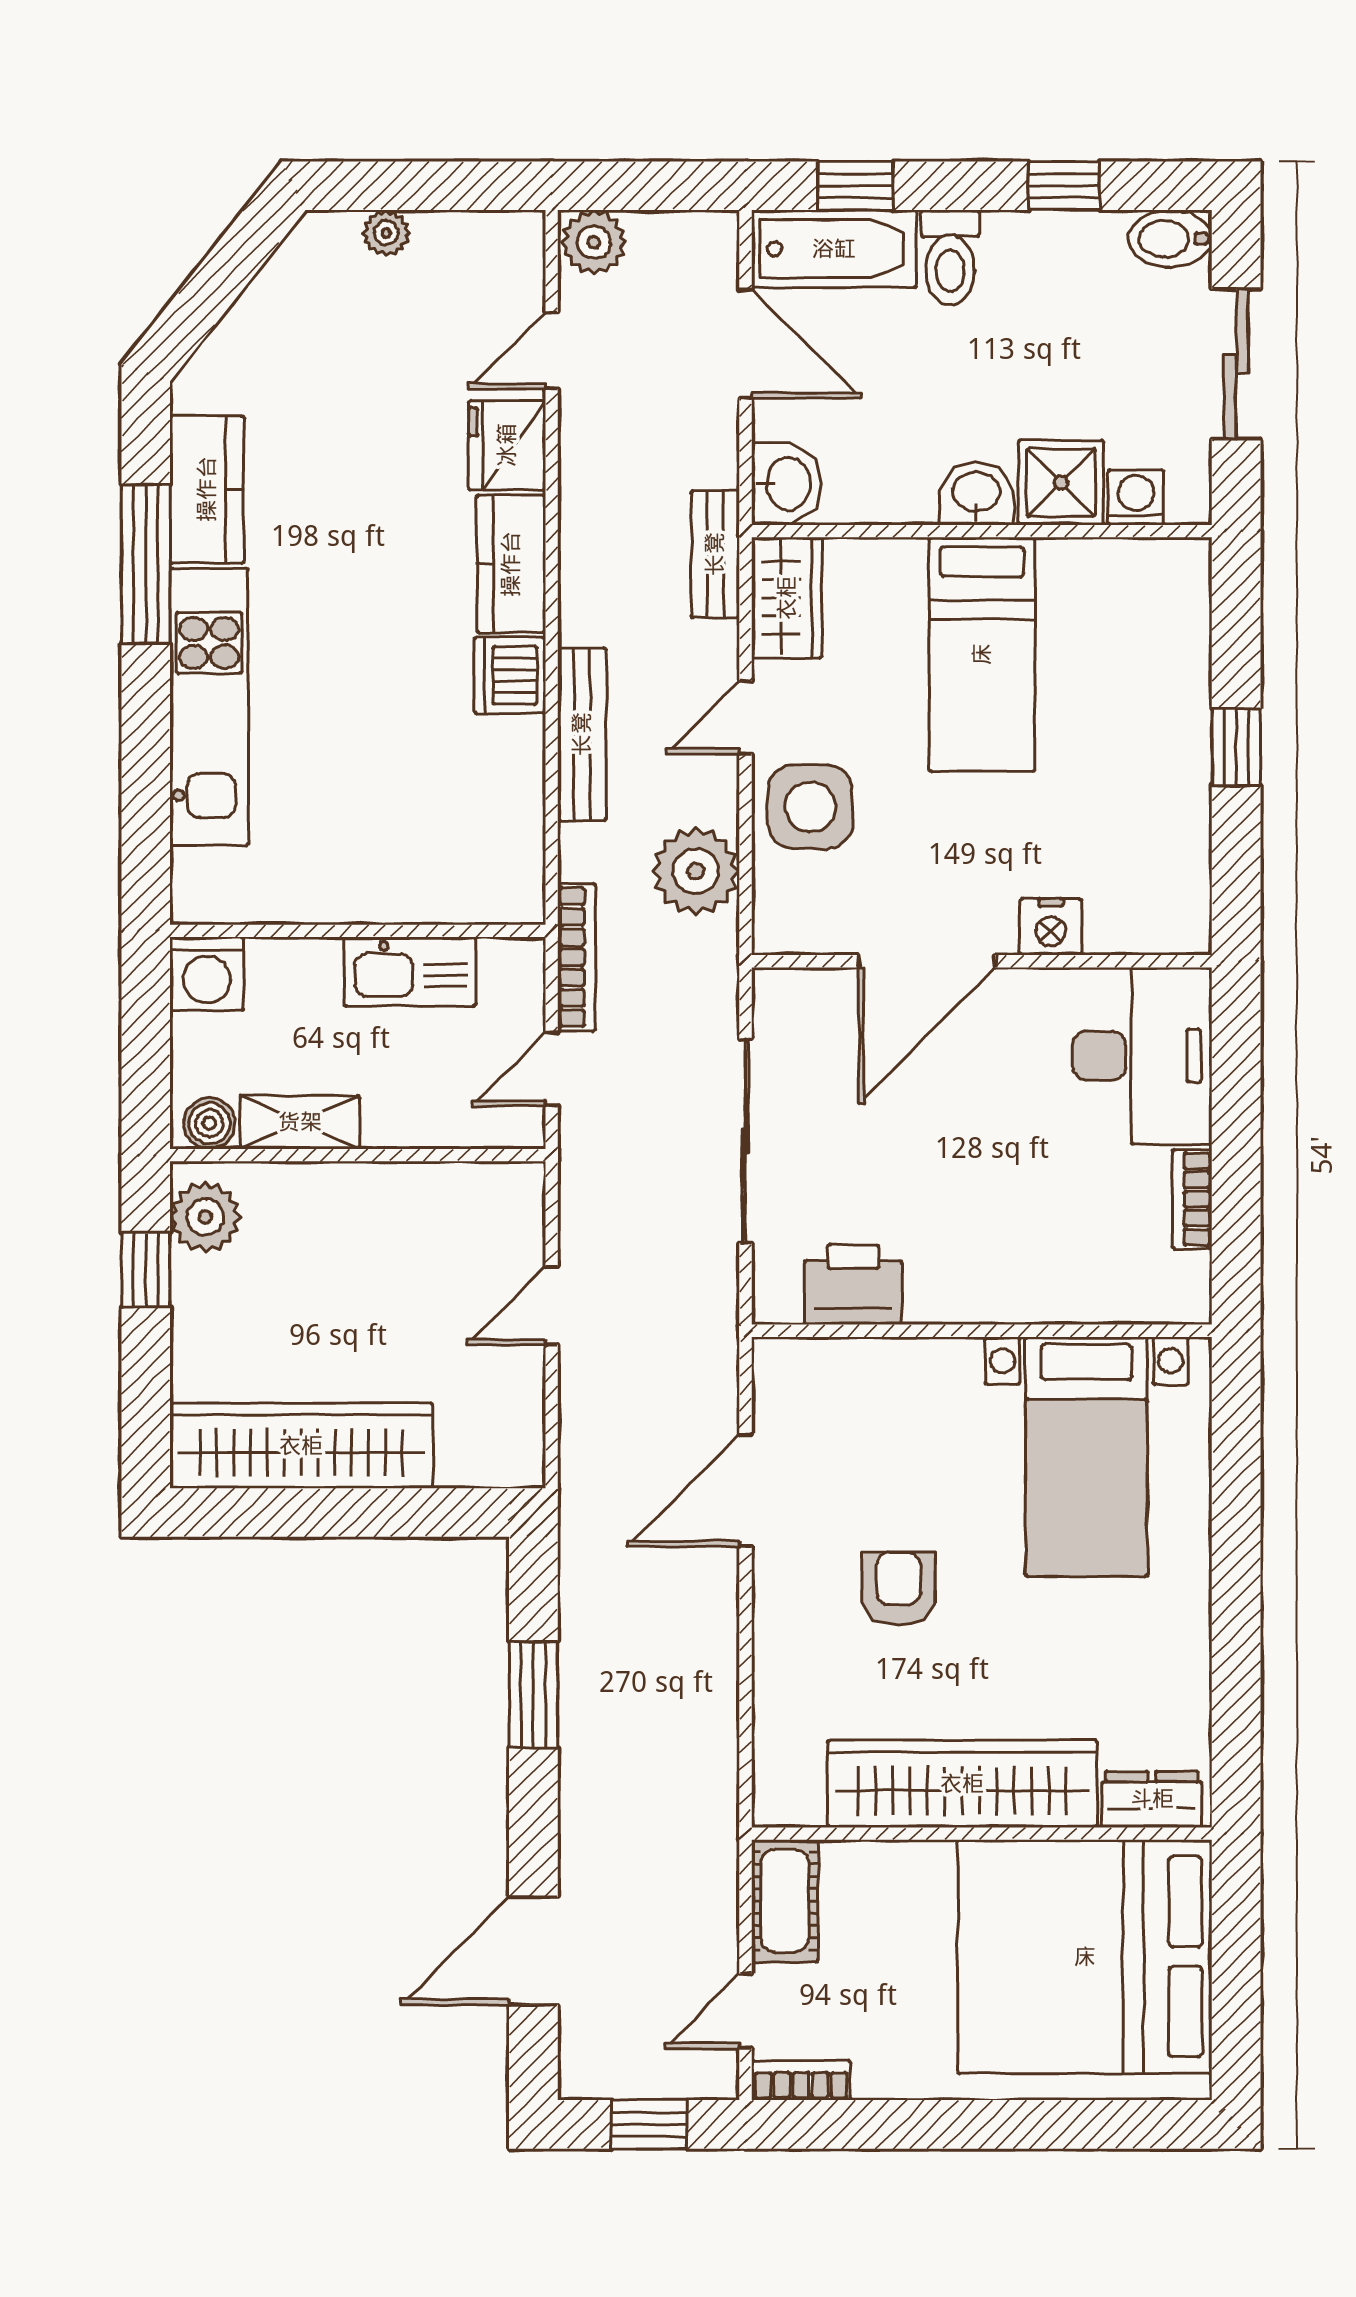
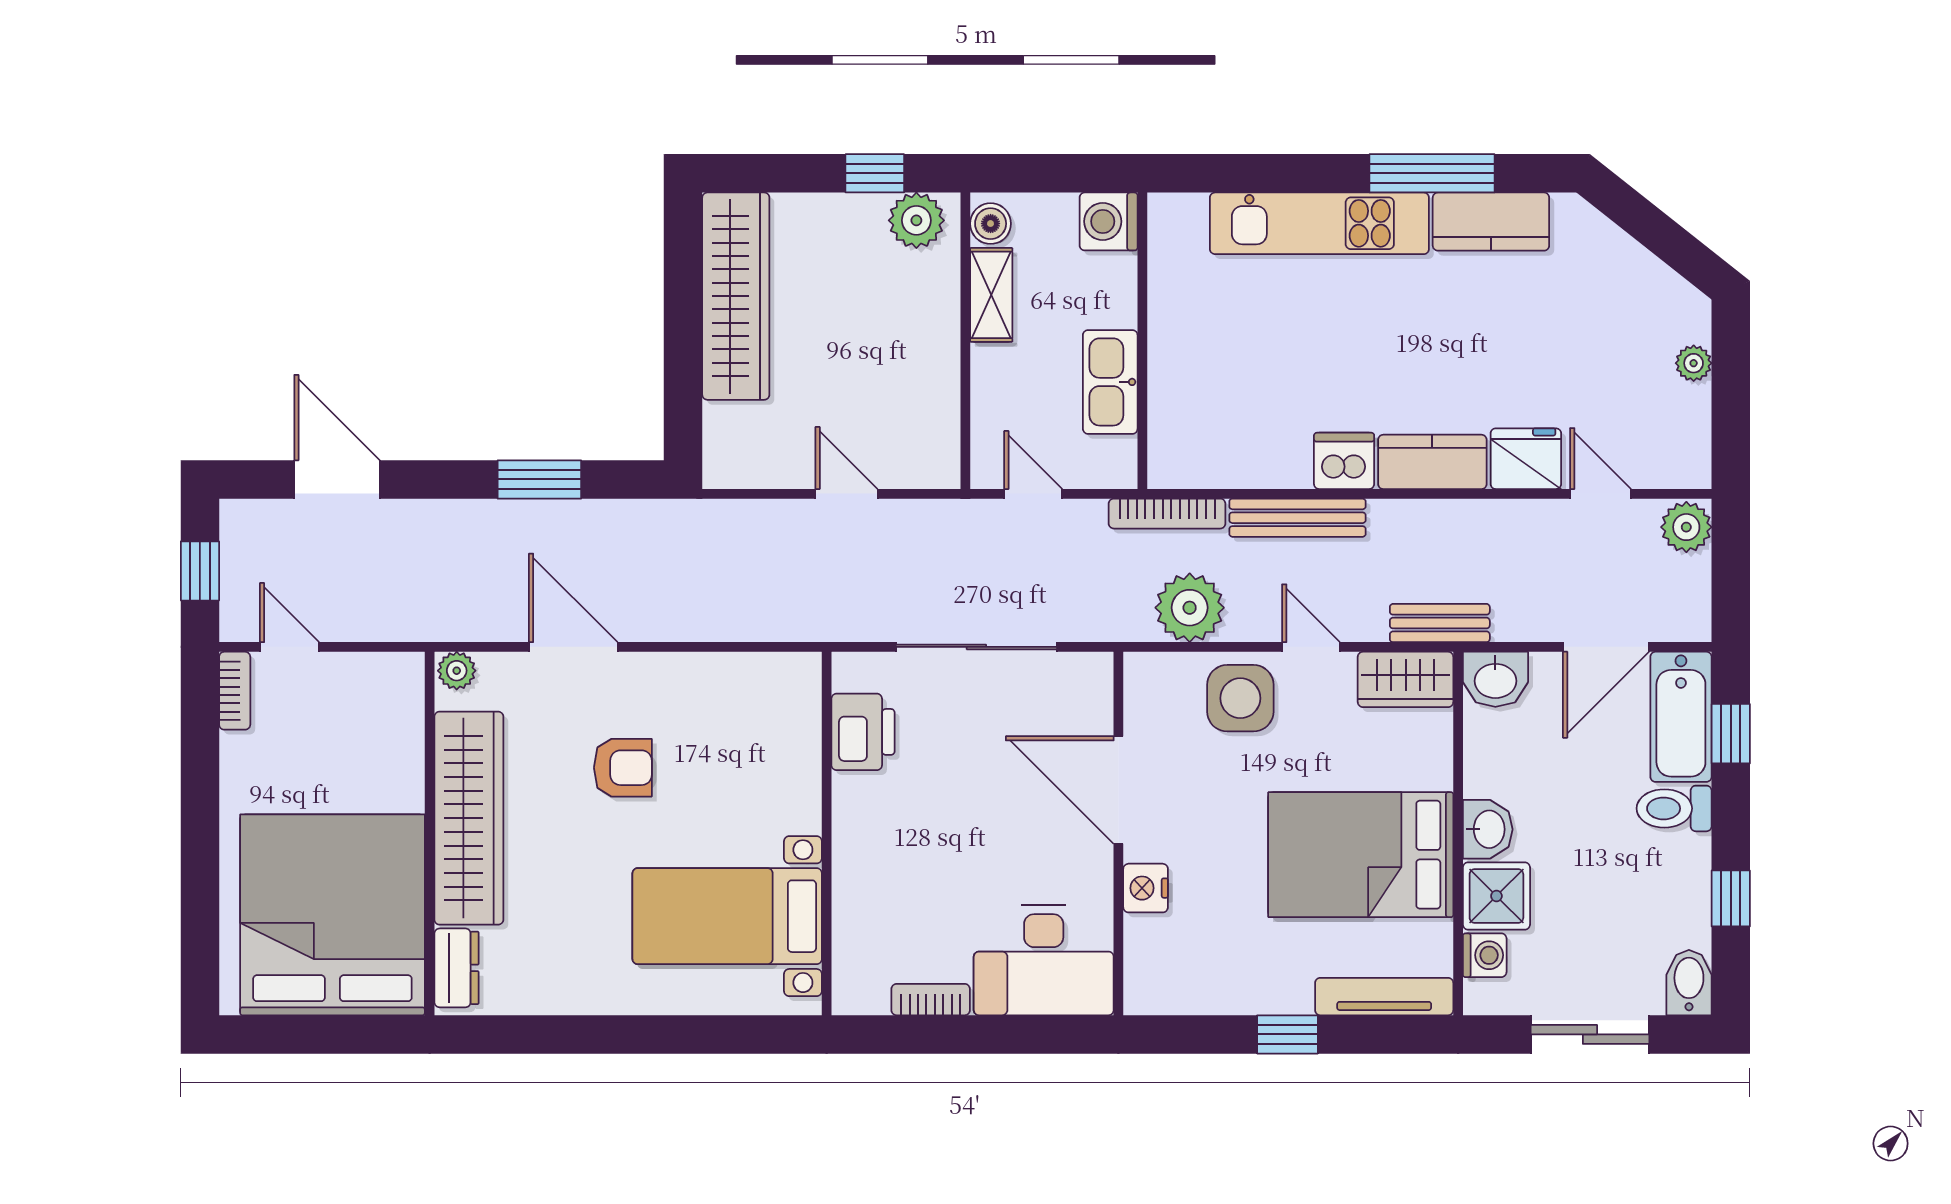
tv unit: (1188, 625) -> (1384, 997), added
bed: (982, 654) -> (1361, 855), width x1.50
bookcase: (577, 957) -> (1167, 514), moved
door: (746, 1491) -> (573, 647), moved
plant: (776, 1799) -> (457, 671), added
cot: (785, 1901) -> (376, 678), removed

